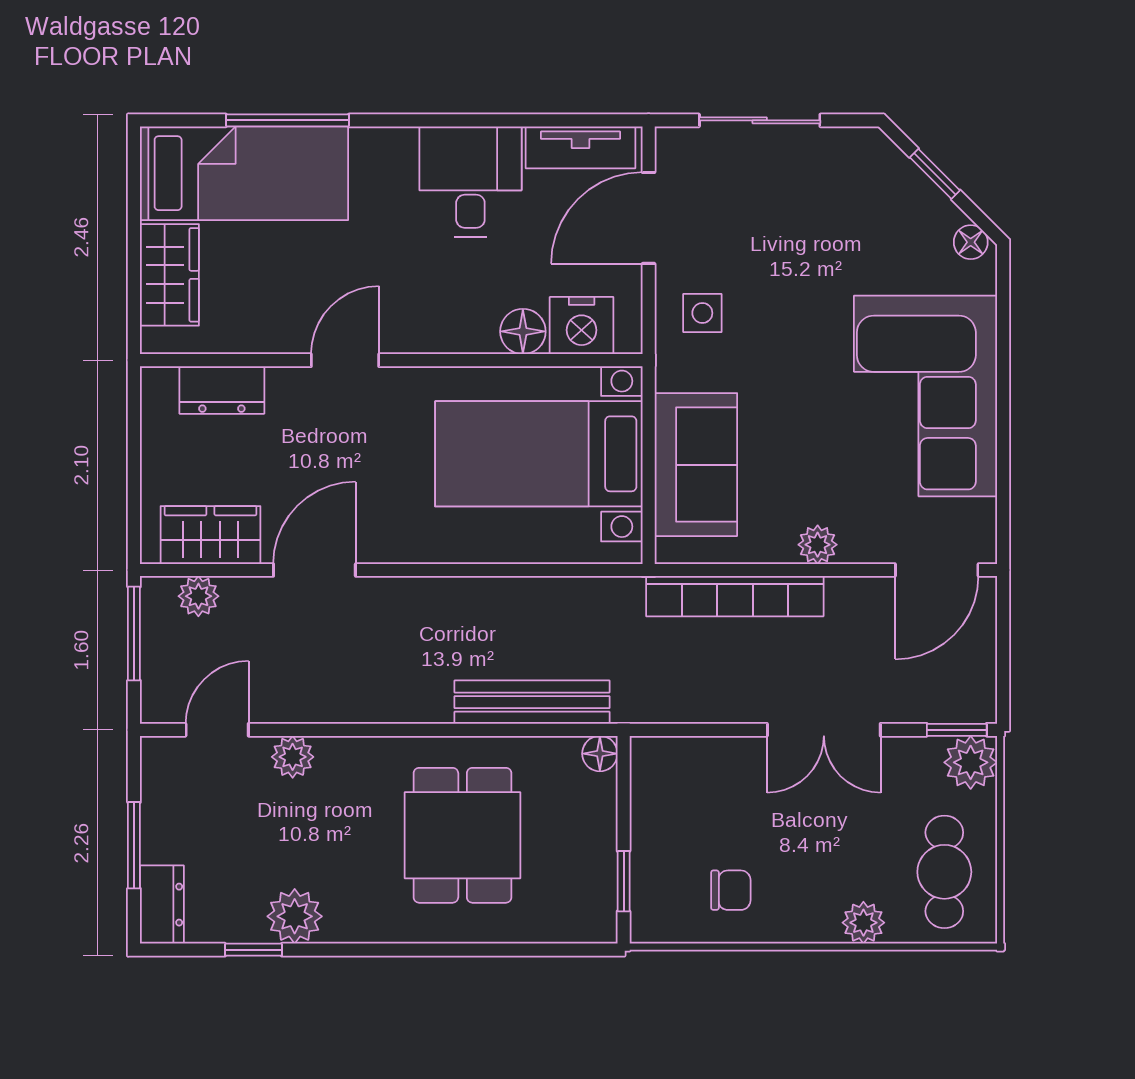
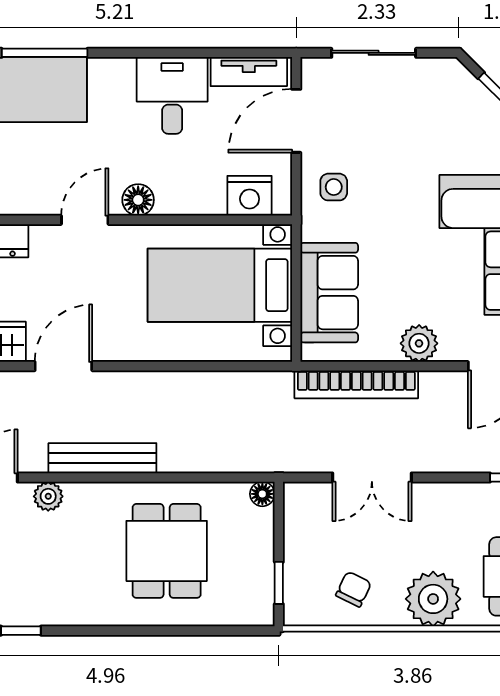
floor lamp: (523, 331) -> (138, 200), moved
plant: (818, 545) -> (419, 343), width x1.38, depth x1.38
bench: (532, 702) -> (102, 458), moved
double door: (824, 730) -> (372, 477), moved
chair: (731, 890) -> (354, 589), turned -64
plant: (295, 916) -> (50, 607), removed
plant: (863, 923) -> (433, 599), width x1.88, depth x1.88

